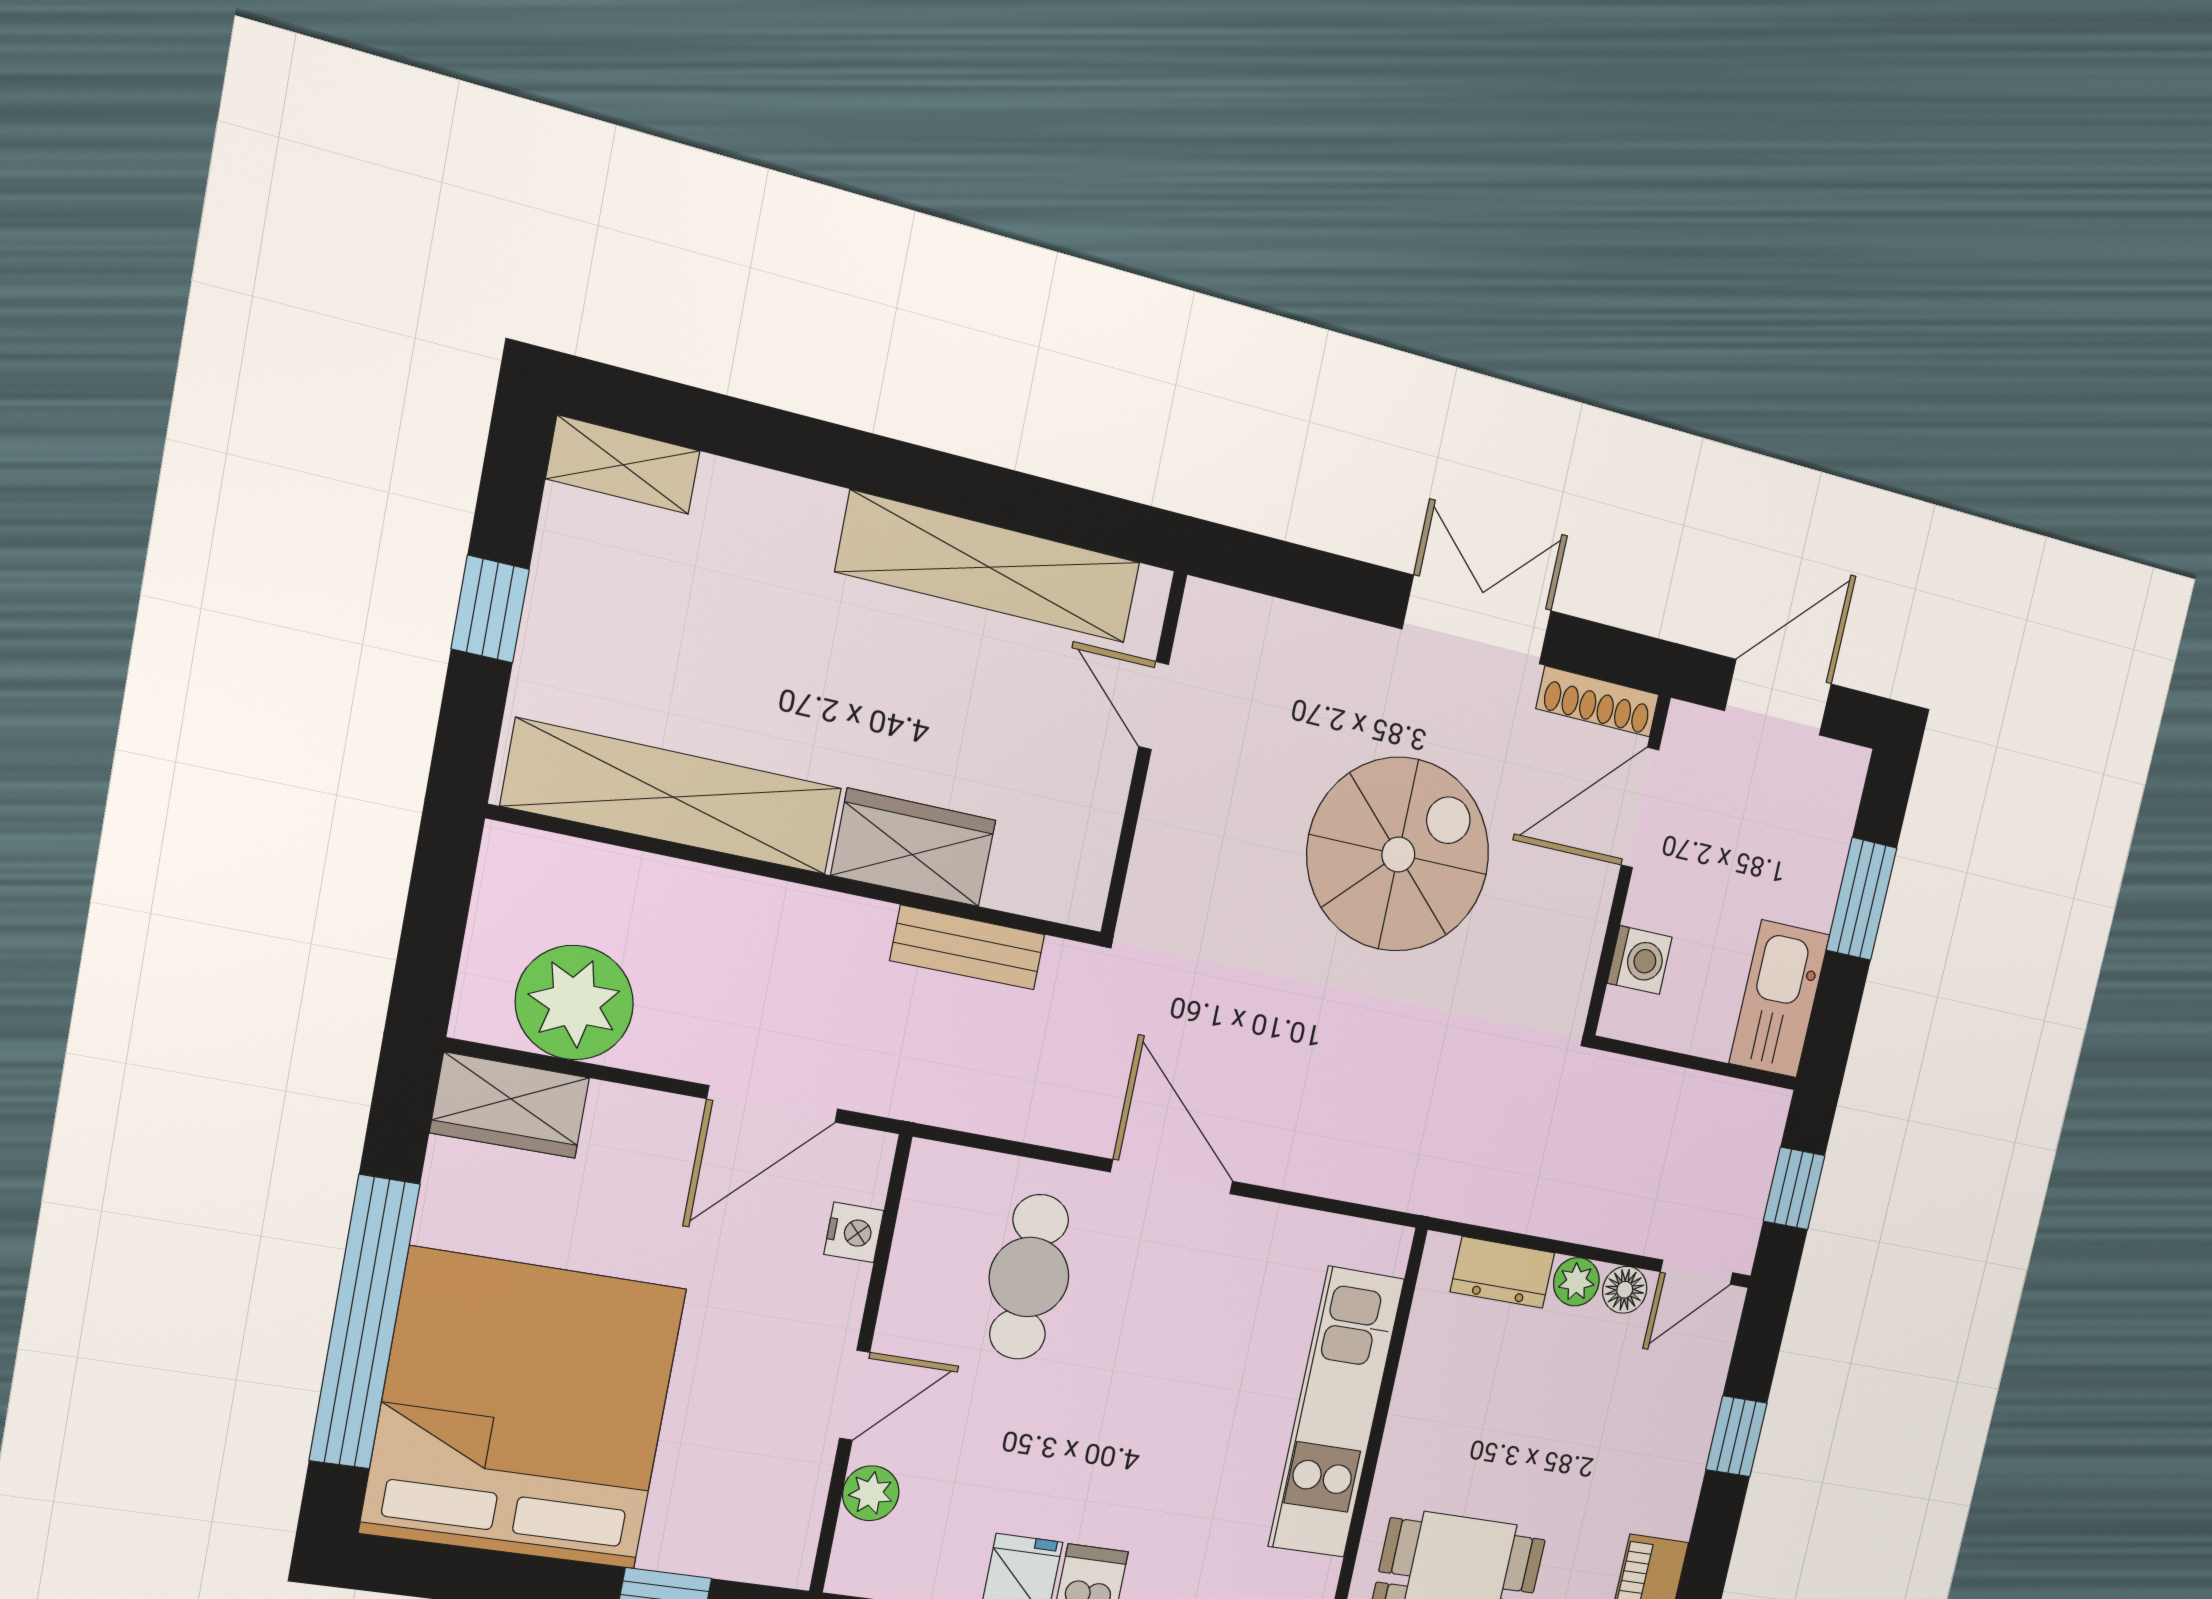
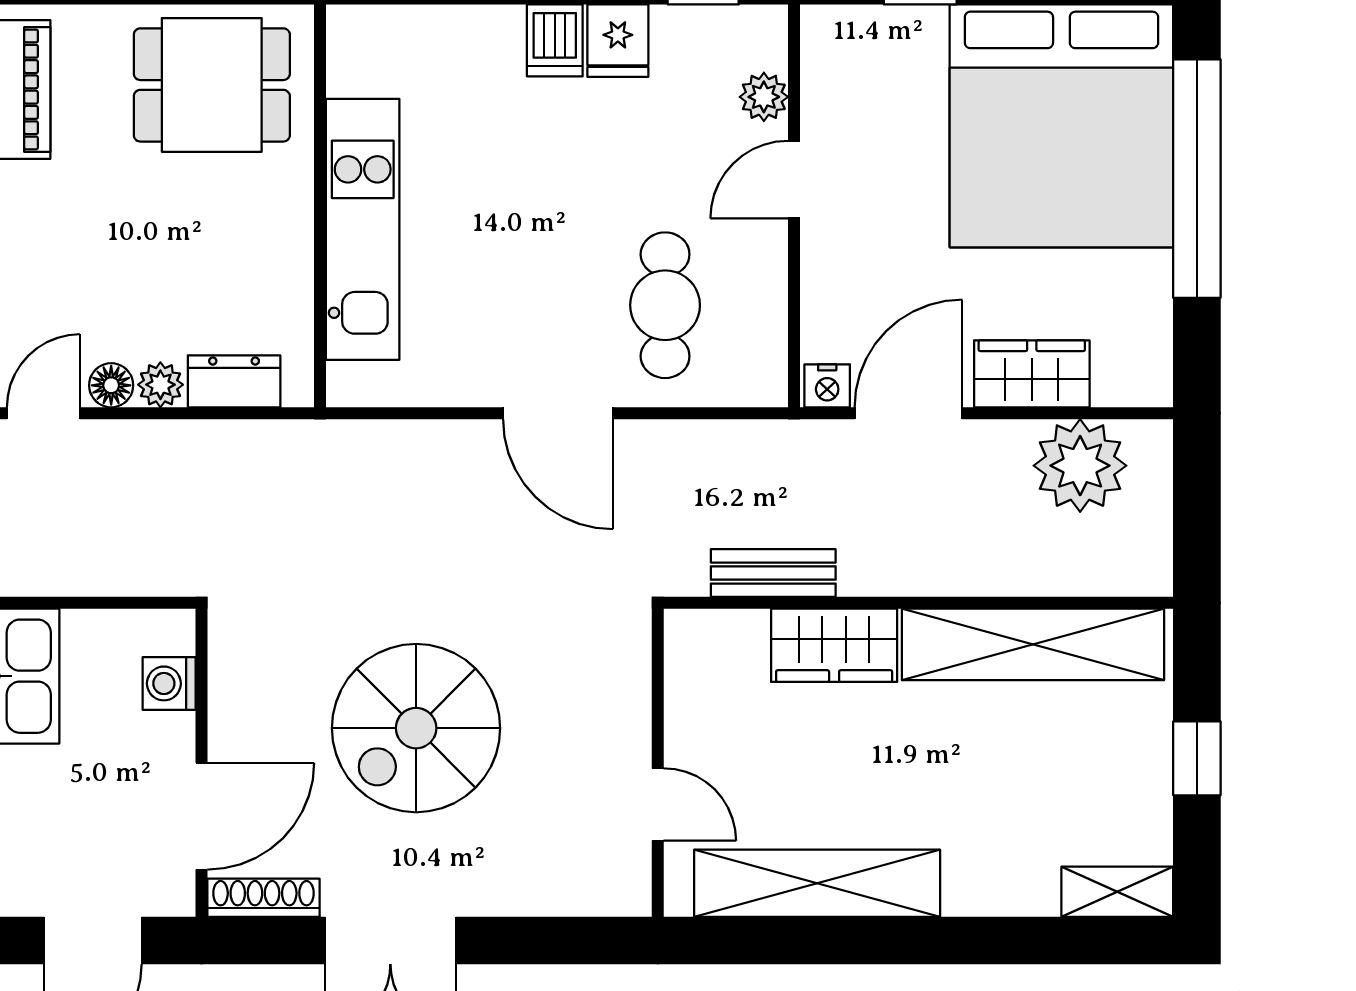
wardrobe: (510, 1105) -> (1032, 374), moved
nightstand: (854, 1232) -> (827, 386), moved, turned -90

